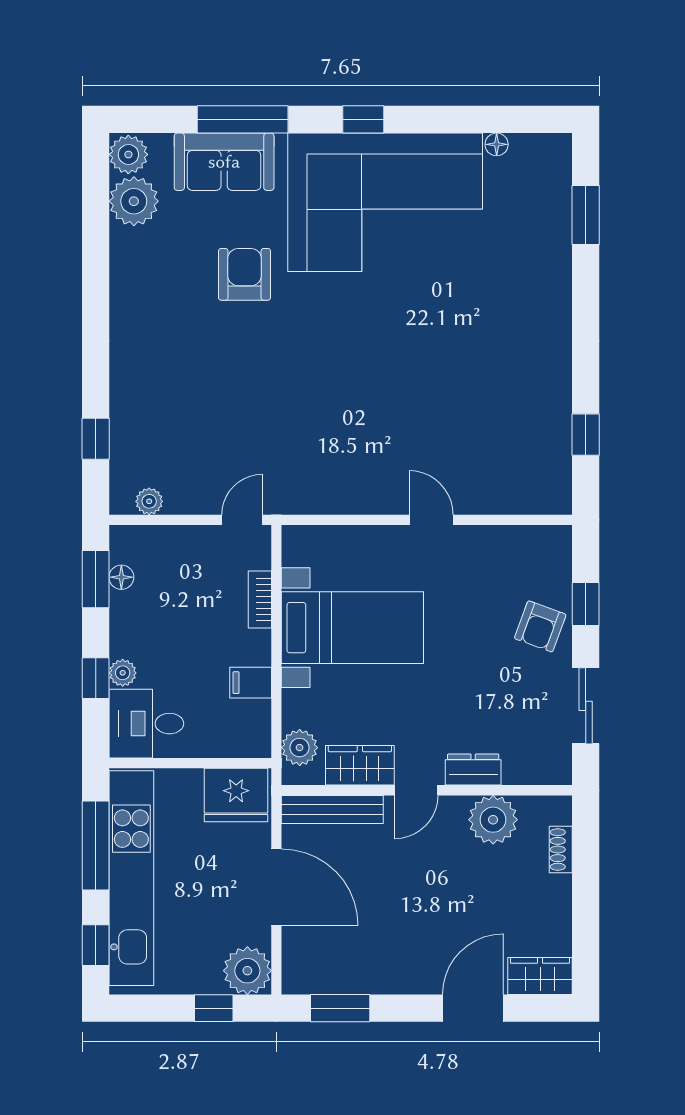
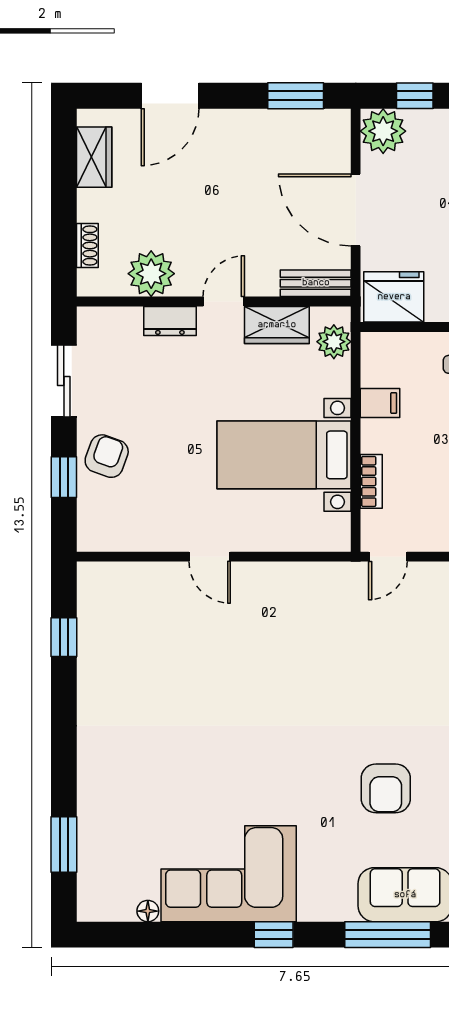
corner sofa: (385, 202) -> (229, 874), width x0.73, depth x0.74
bench: (332, 810) -> (316, 283), width x0.73
wardrobe: (540, 976) -> (94, 157), moved, turned -90

